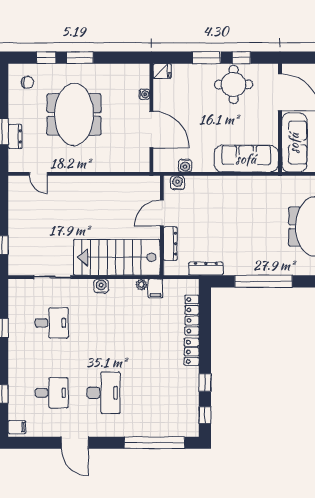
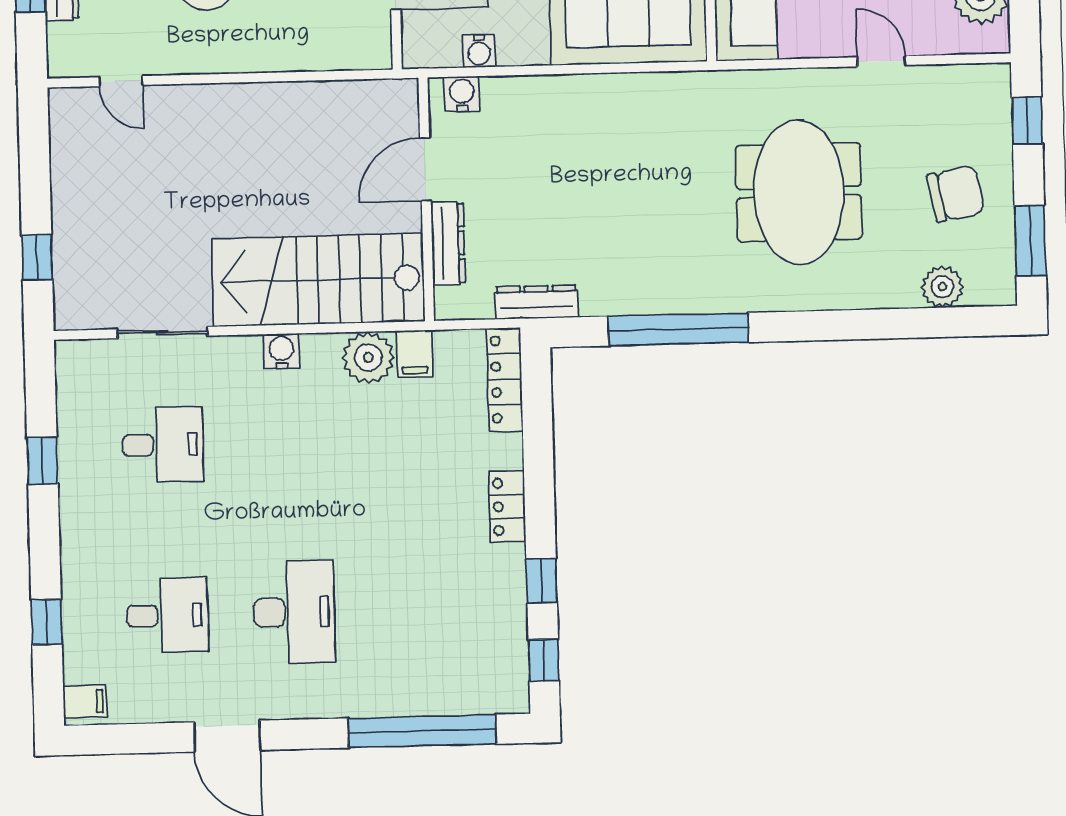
plant: (141, 285) -> (368, 358), width x1.88, depth x1.88
locker: (192, 315) -> (505, 379), moved

